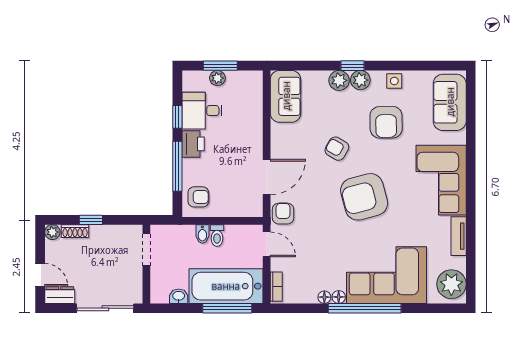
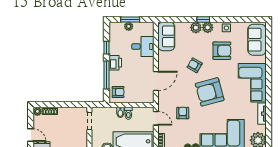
desk: (202, 111) -> (143, 47), moved, turned 180
armchair: (386, 122) -> (222, 51), turned -89
armchair: (283, 214) -> (183, 113), moved
window: (91, 220) -> (59, 105), removed

